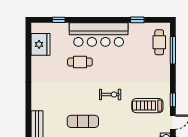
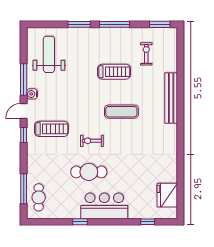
window: (137, 20) -> (80, 222), moved
bar counter: (99, 35) -> (104, 206), width x0.73
cafe table: (80, 62) -> (89, 172), moved, width x1.37, depth x1.35

